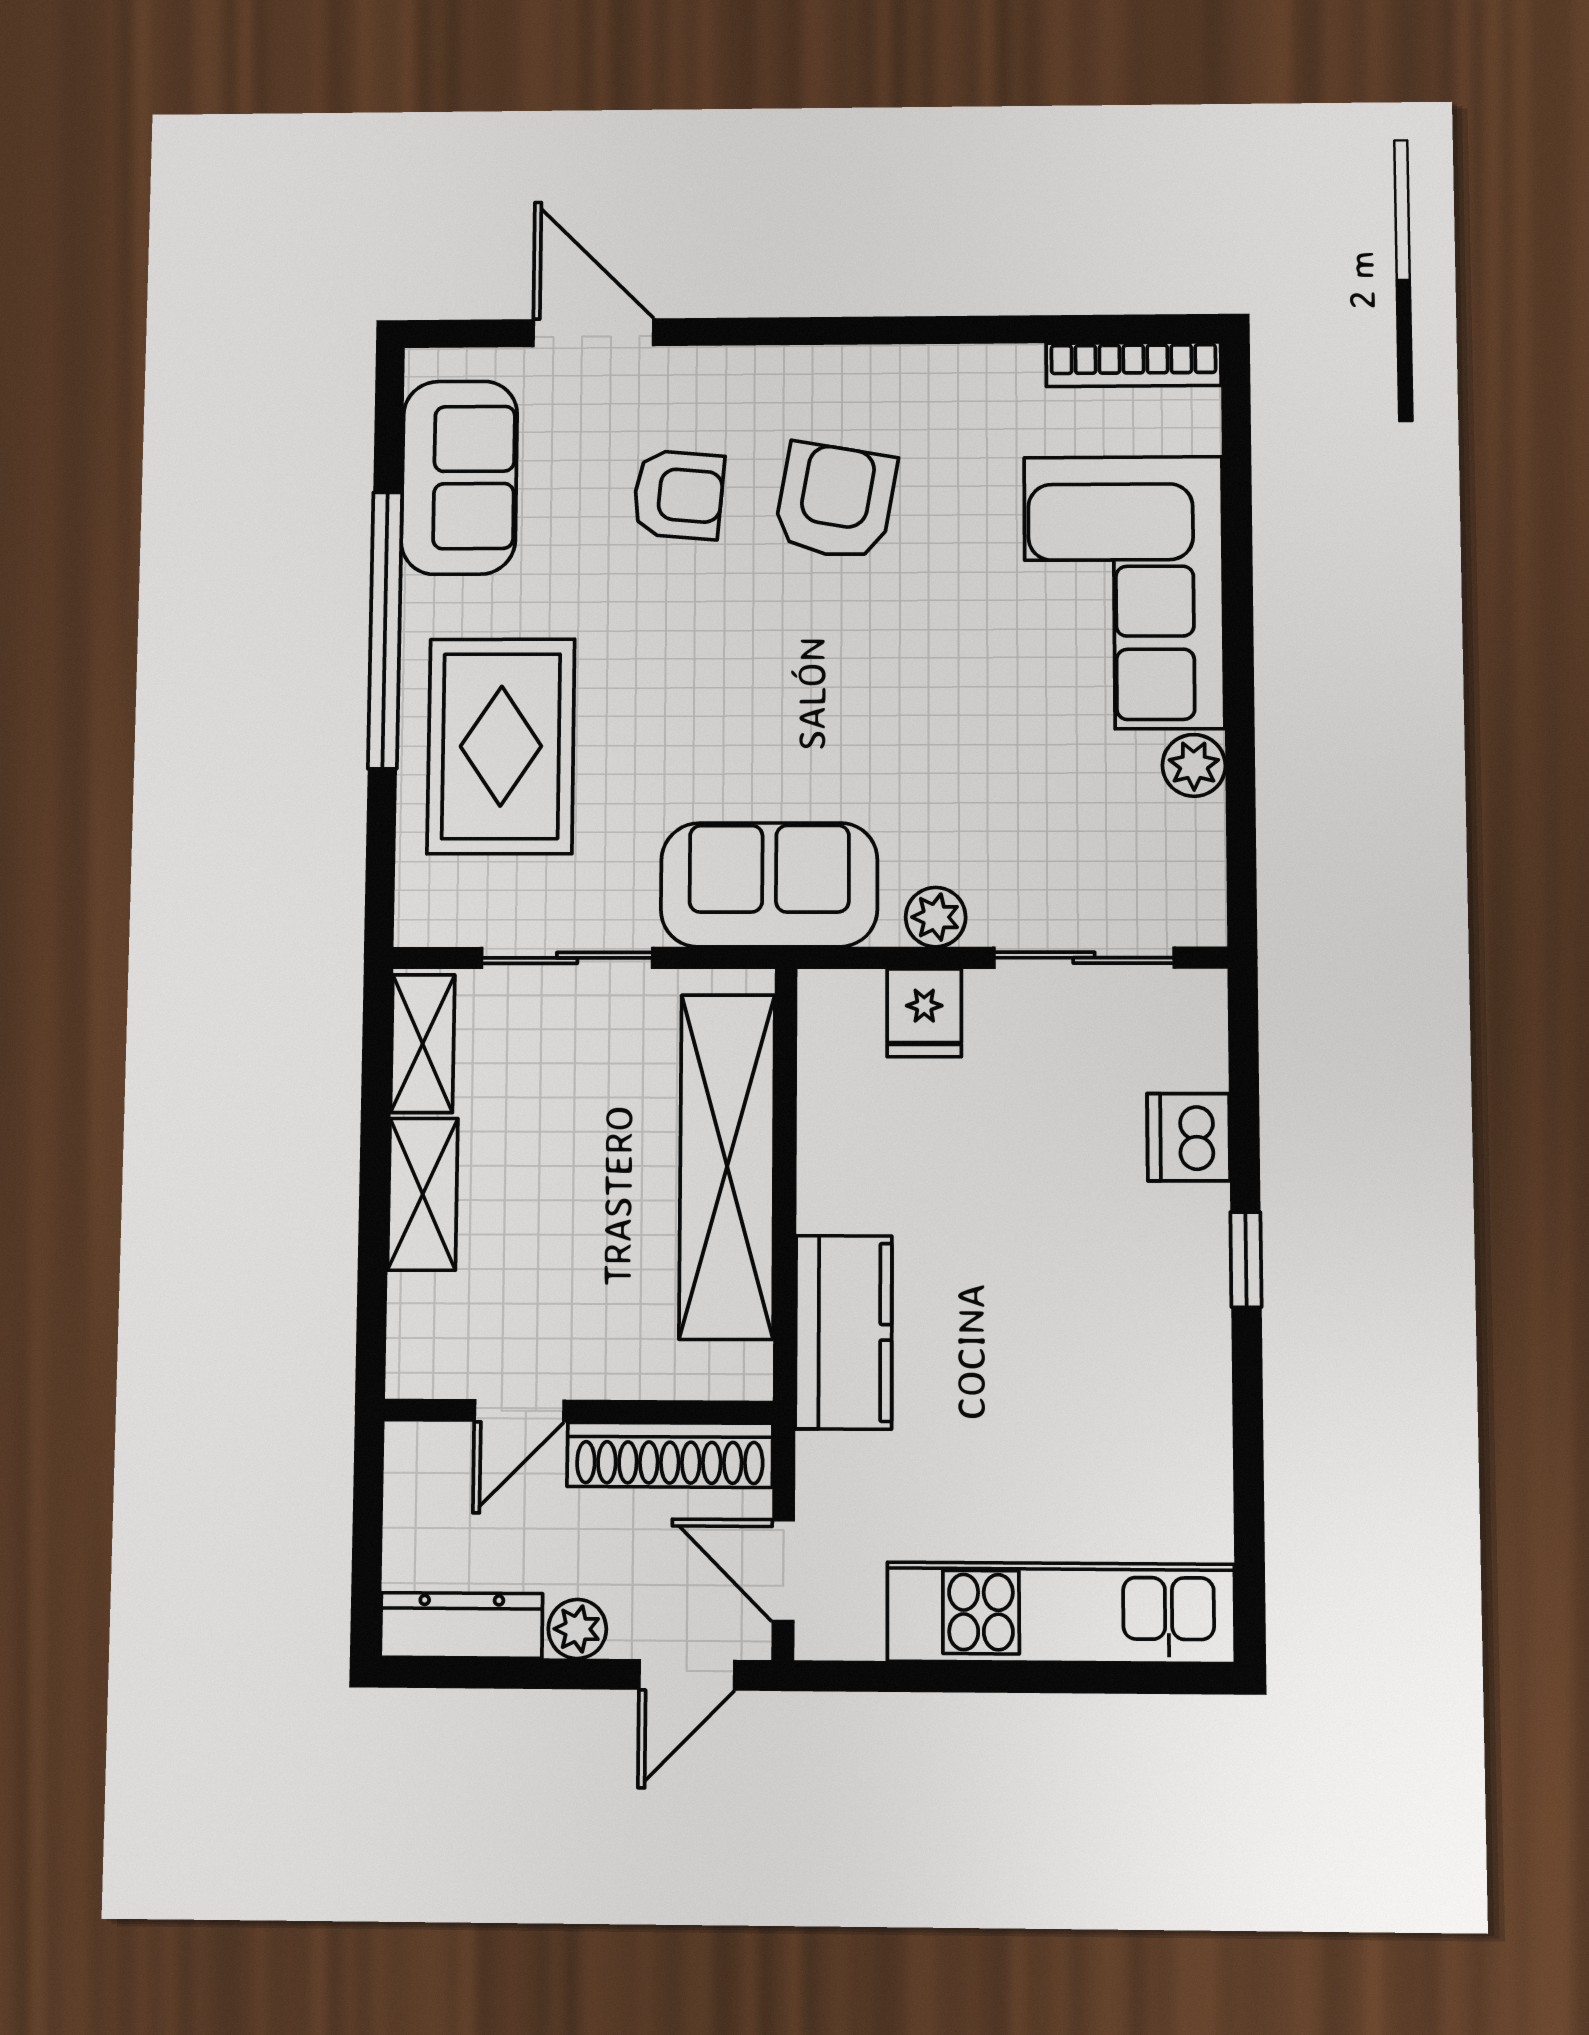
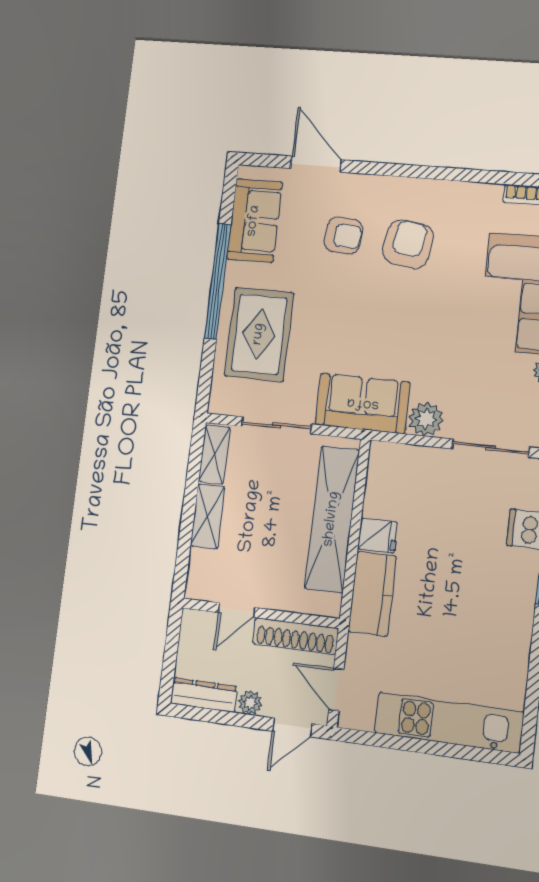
plant: (936, 917) -> (426, 419), width x1.38, depth x1.38
fridge: (924, 1013) -> (378, 536), moved, turned -90

